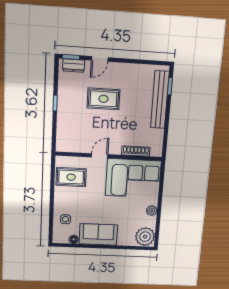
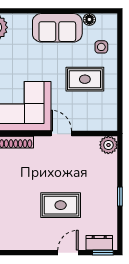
plant: (63, 145) -> (108, 145), added
door: (100, 156) -> (61, 134), swing flipped
rug: (71, 177) -> (85, 79), moved

